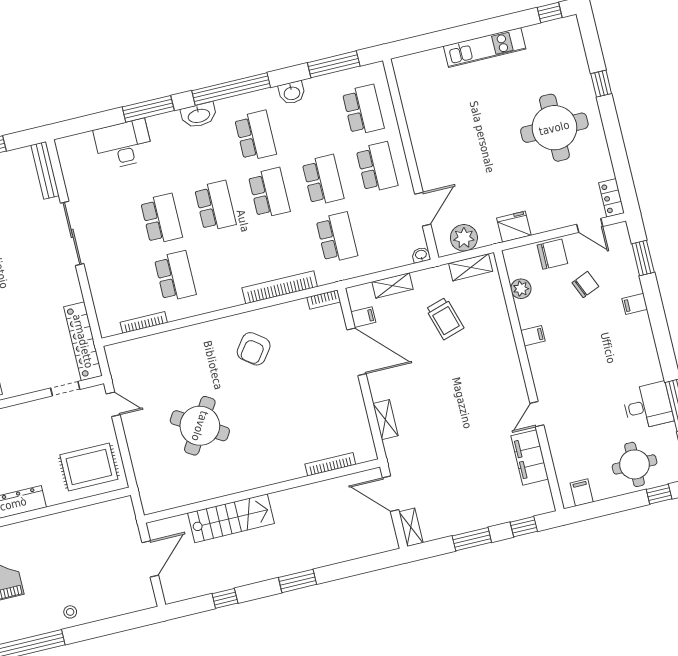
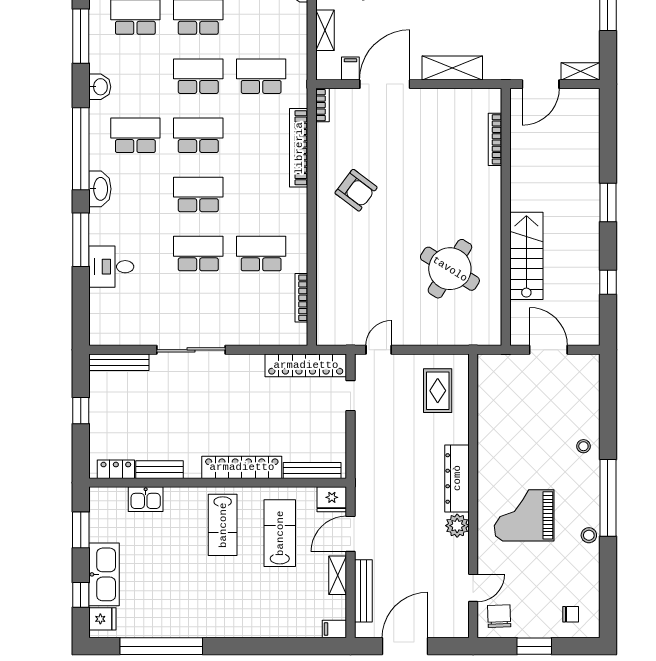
desk: (123, 144) -> (111, 267), width x0.73
shelving: (385, 420) -> (452, 68), width x1.50, depth x1.33
round table: (200, 426) -> (450, 269), moved
rug: (89, 467) -> (438, 391), width x0.73, depth x0.70

